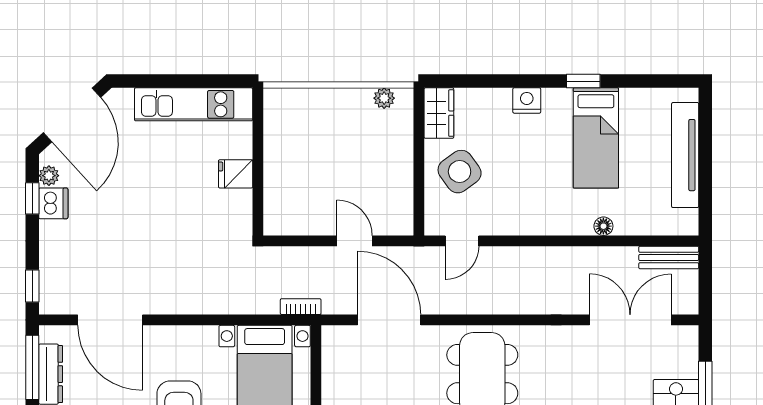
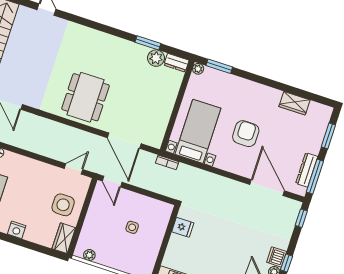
side table: (325, 172) -> (132, 227), added
side table: (460, 172) -> (63, 205), turned 36
fridge: (236, 174) -> (183, 227), moved
door: (355, 241) -> (112, 182), moved

